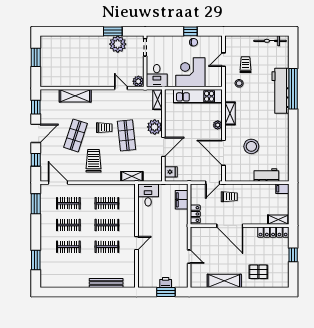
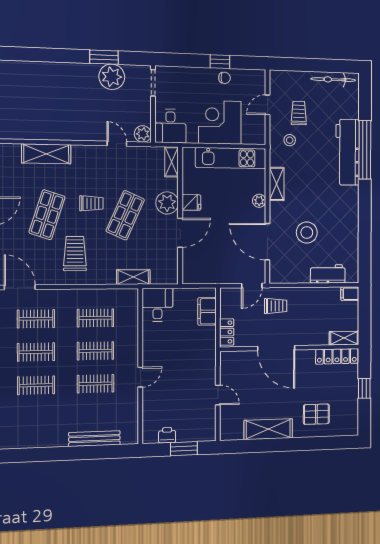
shop shelf: (127, 135) -> (125, 215), turned 30
fridge: (171, 172) -> (191, 202), moved
printer: (166, 283) -> (167, 435), moved

